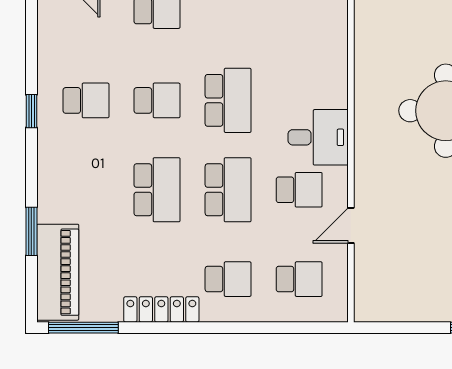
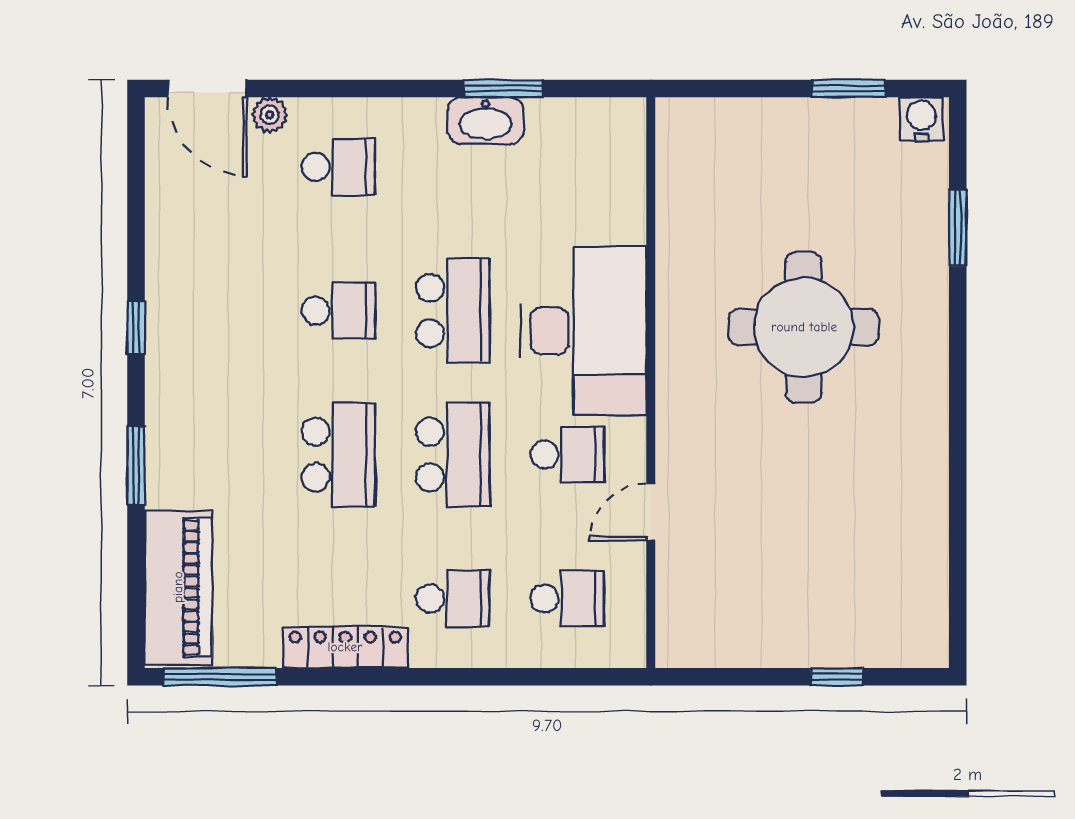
school desk: (86, 100) -> (224, 311), removed
desk: (318, 137) -> (584, 331), width x1.87, depth x1.30
window: (31, 231) -> (136, 466), moved

